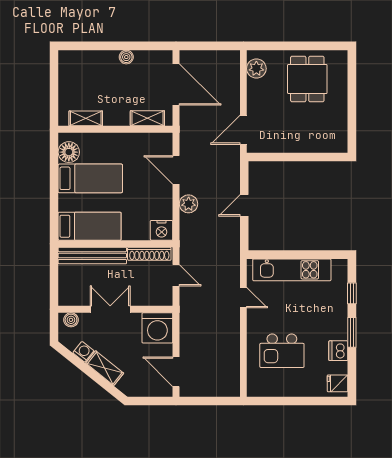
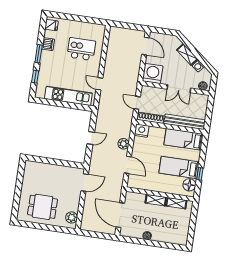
dining table: (307, 79) -> (43, 207), turned 90
shelving: (147, 118) -> (156, 200), moved
window: (54, 173) -> (200, 174), added

